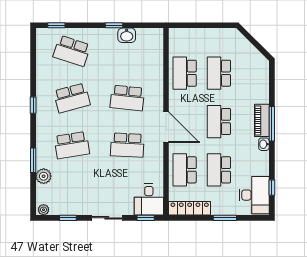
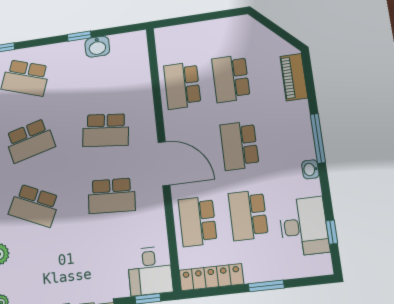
piano: (262, 120) -> (294, 77), moved
school desk: (72, 145) -> (34, 205), turned 33
desk: (254, 195) -> (304, 226), moved

